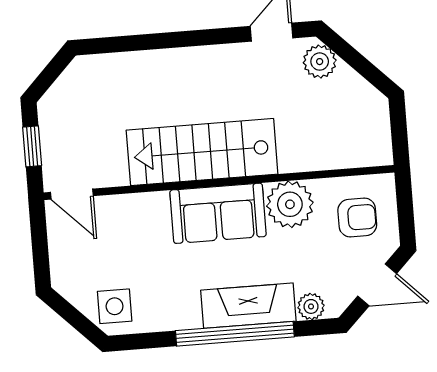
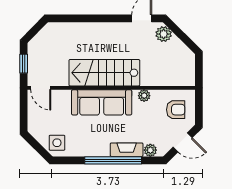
plant: (290, 204) -> (144, 96), width x0.53, depth x0.53
sofa: (218, 213) -> (102, 102), width x1.36
fireplace: (248, 306) -> (127, 150), width x0.73, depth x0.76

